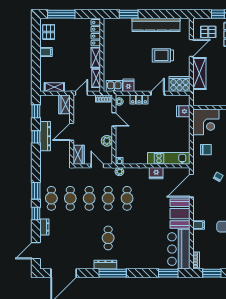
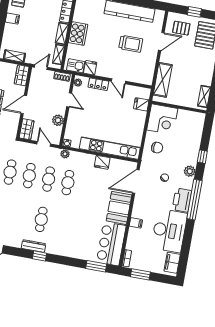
trolley: (163, 55) -> (131, 44), turned 180
shelving: (199, 73) -> (163, 80), moved
cooker: (179, 84) -> (78, 34), moved, turned 90
door: (158, 93) -> (118, 81), swing flipped
kitchen unit: (169, 158) -> (110, 148), width x1.36
window: (113, 273) -> (39, 256), width x0.46

